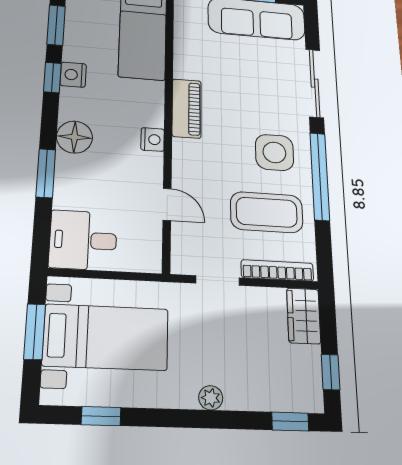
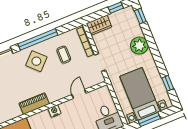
side table: (274, 152) -> (36, 61), turned 45
coffee table: (267, 212) -> (64, 55), width x0.54, depth x0.58
plant: (211, 398) -> (139, 46), width x1.88, depth x1.88

